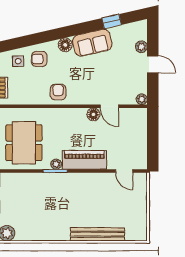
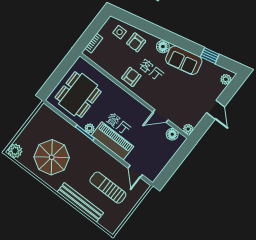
plant: (141, 47) -> (226, 79), moved
armchair: (39, 59) -> (136, 42), turned -90
door: (109, 106) -> (161, 116), hinge flipped
floor lamp: (93, 114) -> (172, 134), moved
sun lounger: (111, 203) -> (108, 188), added
parasol: (43, 214) -> (52, 157), added

